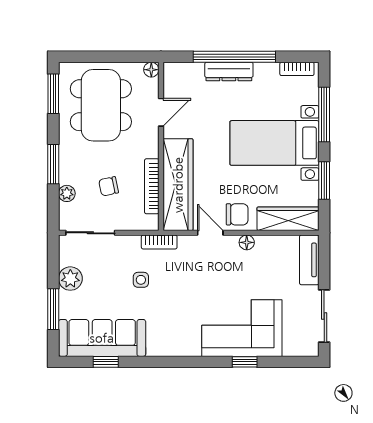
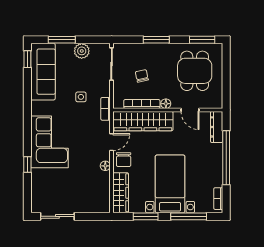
floor lamp: (151, 70) -> (166, 104), moved
dresser: (229, 72) -> (217, 127), moved
dining table: (101, 105) -> (195, 71), width x0.73
plant: (67, 193) -> (137, 49), removed
tv unit: (309, 260) -> (94, 207), removed
corner sofa: (242, 328) -> (49, 142), moved
window: (106, 362) -> (27, 59), moved

